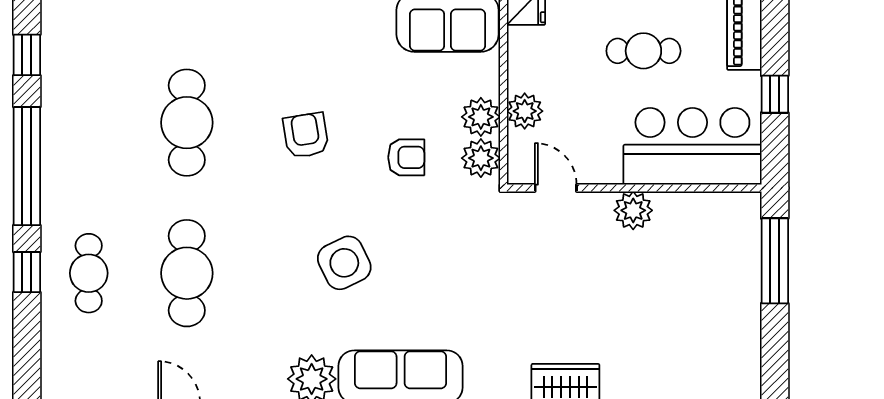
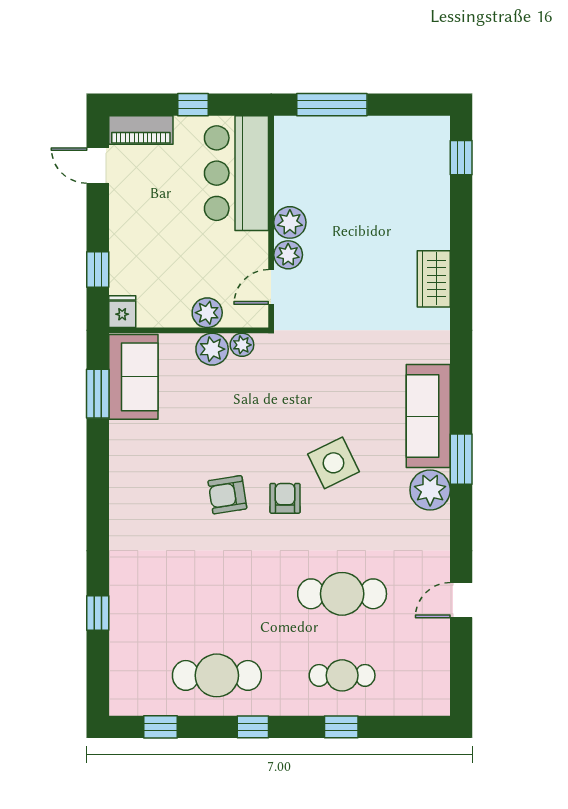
cafe table: (643, 51) -> (157, 214), removed
cafe table: (187, 123) -> (217, 675), moved
armchair: (406, 157) -> (285, 498), moved
plant: (481, 158) -> (242, 345), width x0.73, depth x0.73
window: (27, 166) -> (253, 727), width x0.32
plant: (594, 208) -> (288, 255), added

